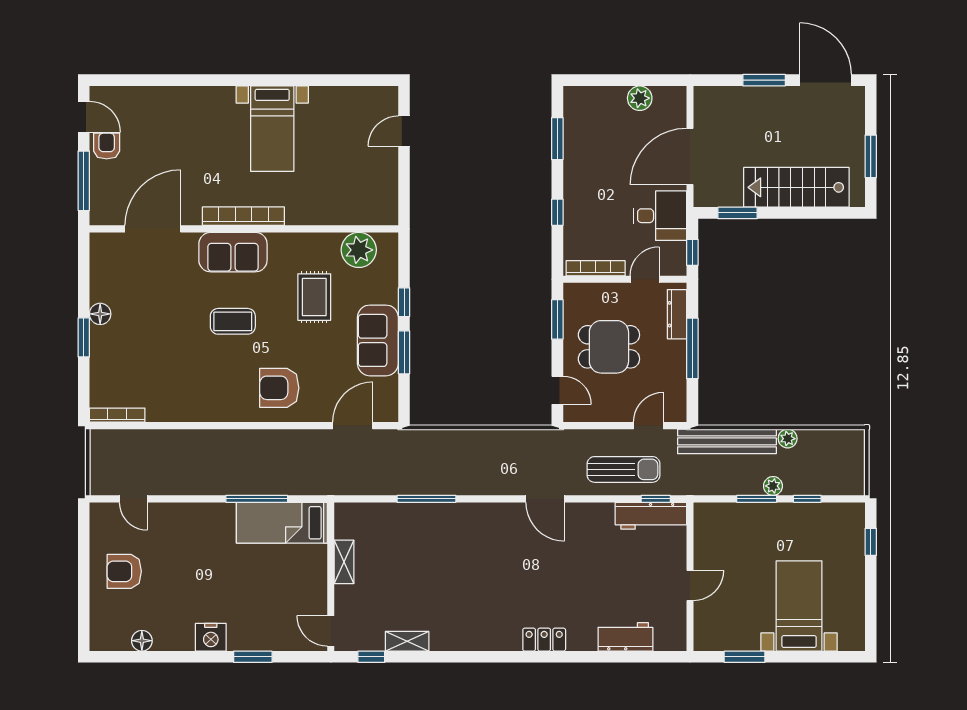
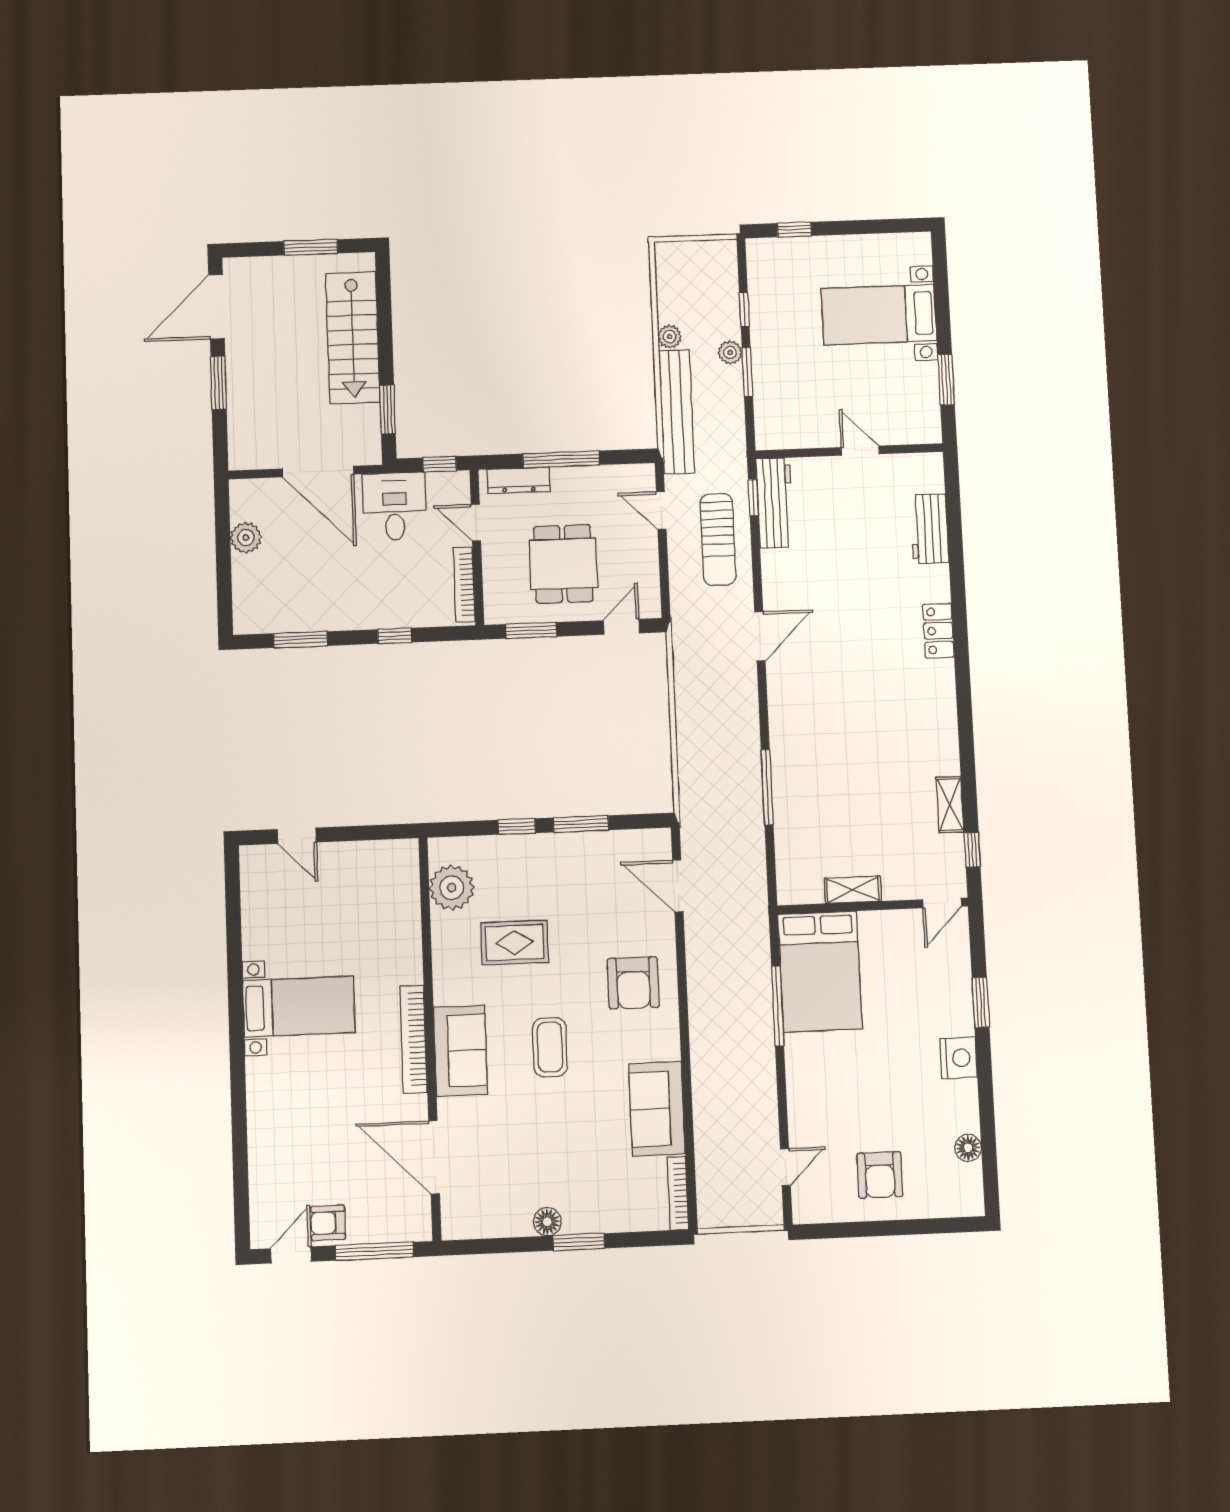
sofa: (378, 340) -> (657, 1109), moved, turned 90
sun lounger: (623, 469) -> (718, 539), turned 180
bed: (282, 523) -> (820, 971), width x1.50

